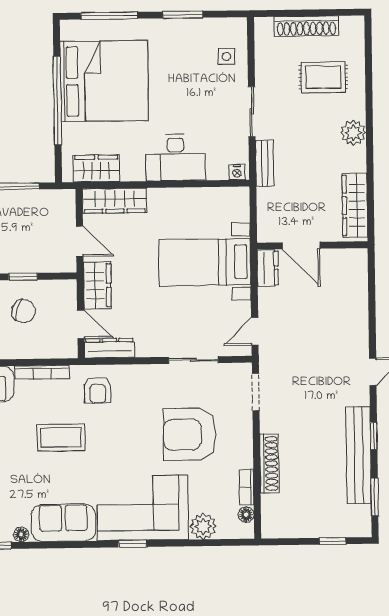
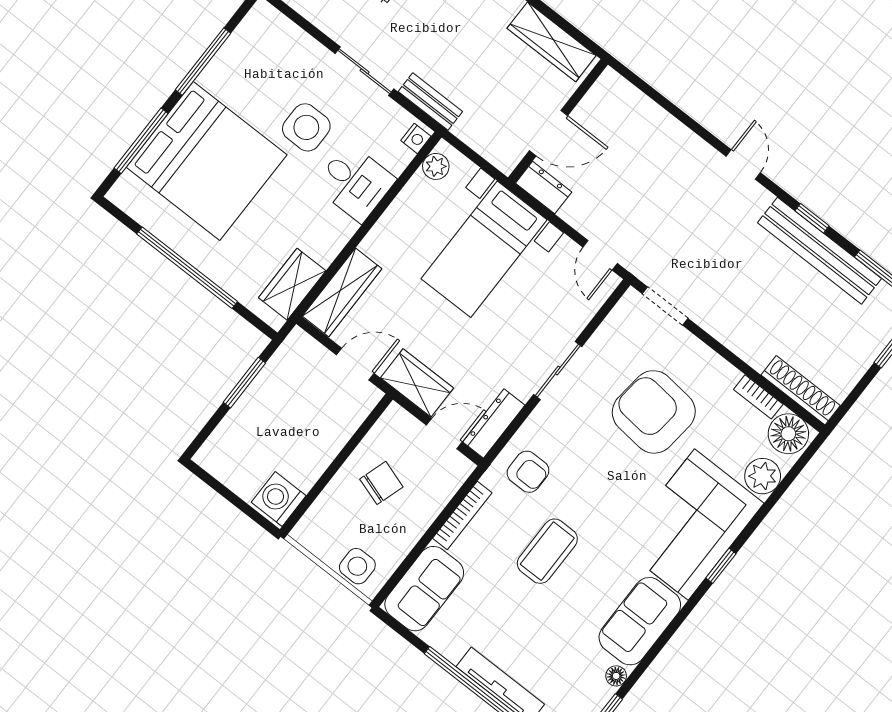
window: (183, 15) -> (203, 62), width x1.44
side table: (226, 56) -> (306, 127), moved, width x1.87, depth x1.87
bed: (104, 81) -> (207, 161), moved, turned 90
desk: (175, 158) -> (355, 183), width x0.73
plant: (230, 196) -> (436, 166), added
window: (23, 277) -> (344, 454), removed
sliding door: (193, 360) -> (558, 371), moved
armchair: (190, 434) -> (654, 412), turned 96
shoe rack: (269, 463) -> (801, 390), moved
floor lamp: (246, 515) -> (788, 434), width x1.89, depth x1.89

